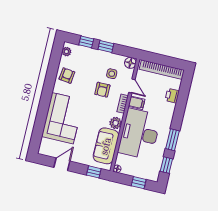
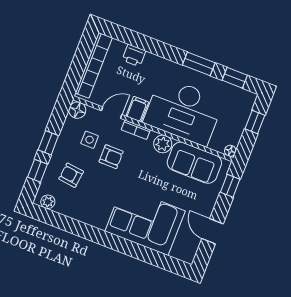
armchair: (67, 76) -> (71, 175), moved

